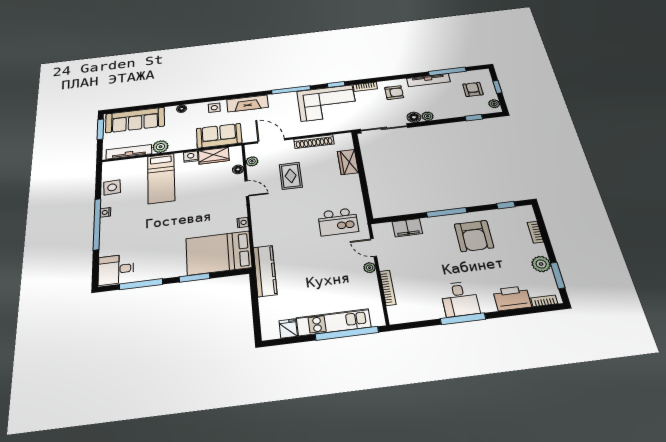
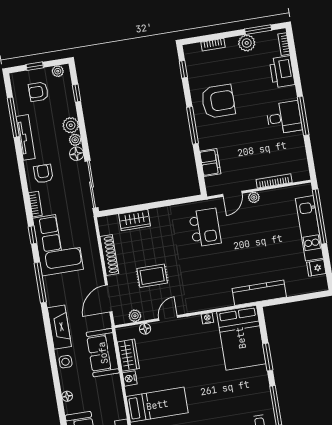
plant: (160, 147) -> (71, 125), moved

